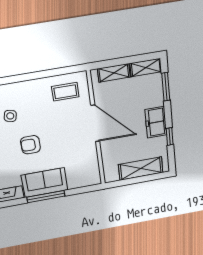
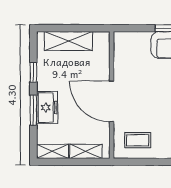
window: (166, 87) -> (33, 110), moved
freezer: (156, 122) -> (47, 108), moved

